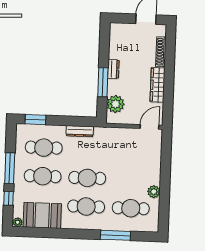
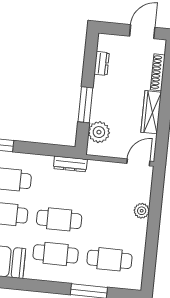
dresser: (113, 69) -> (102, 63), moved
dresser: (80, 131) -> (70, 164), moved
plant: (154, 192) -> (142, 211), moved

